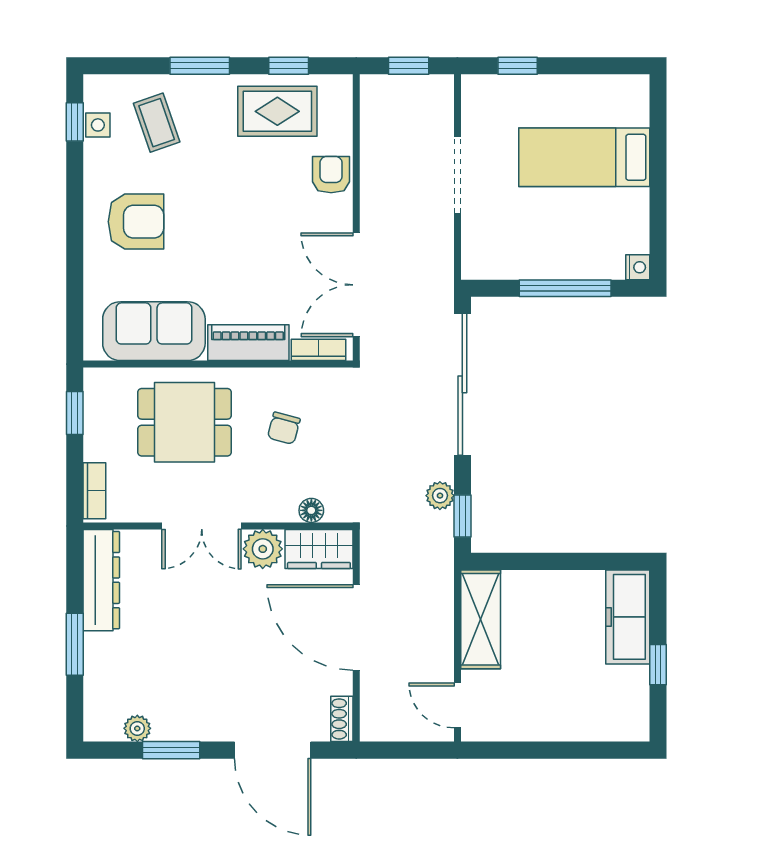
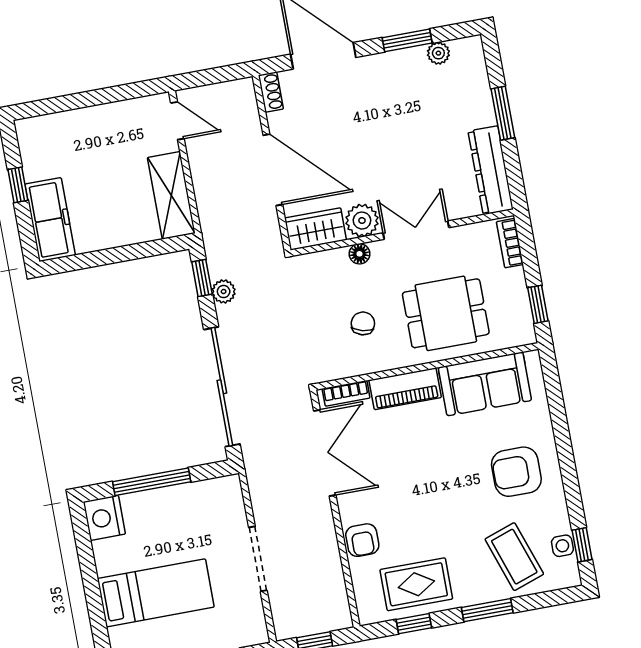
coffee table: (157, 123) -> (514, 557), width x1.36, depth x1.30
nightstand: (638, 267) -> (104, 518), width x1.89, depth x1.79
floor lamp: (311, 510) -> (359, 254), moved

